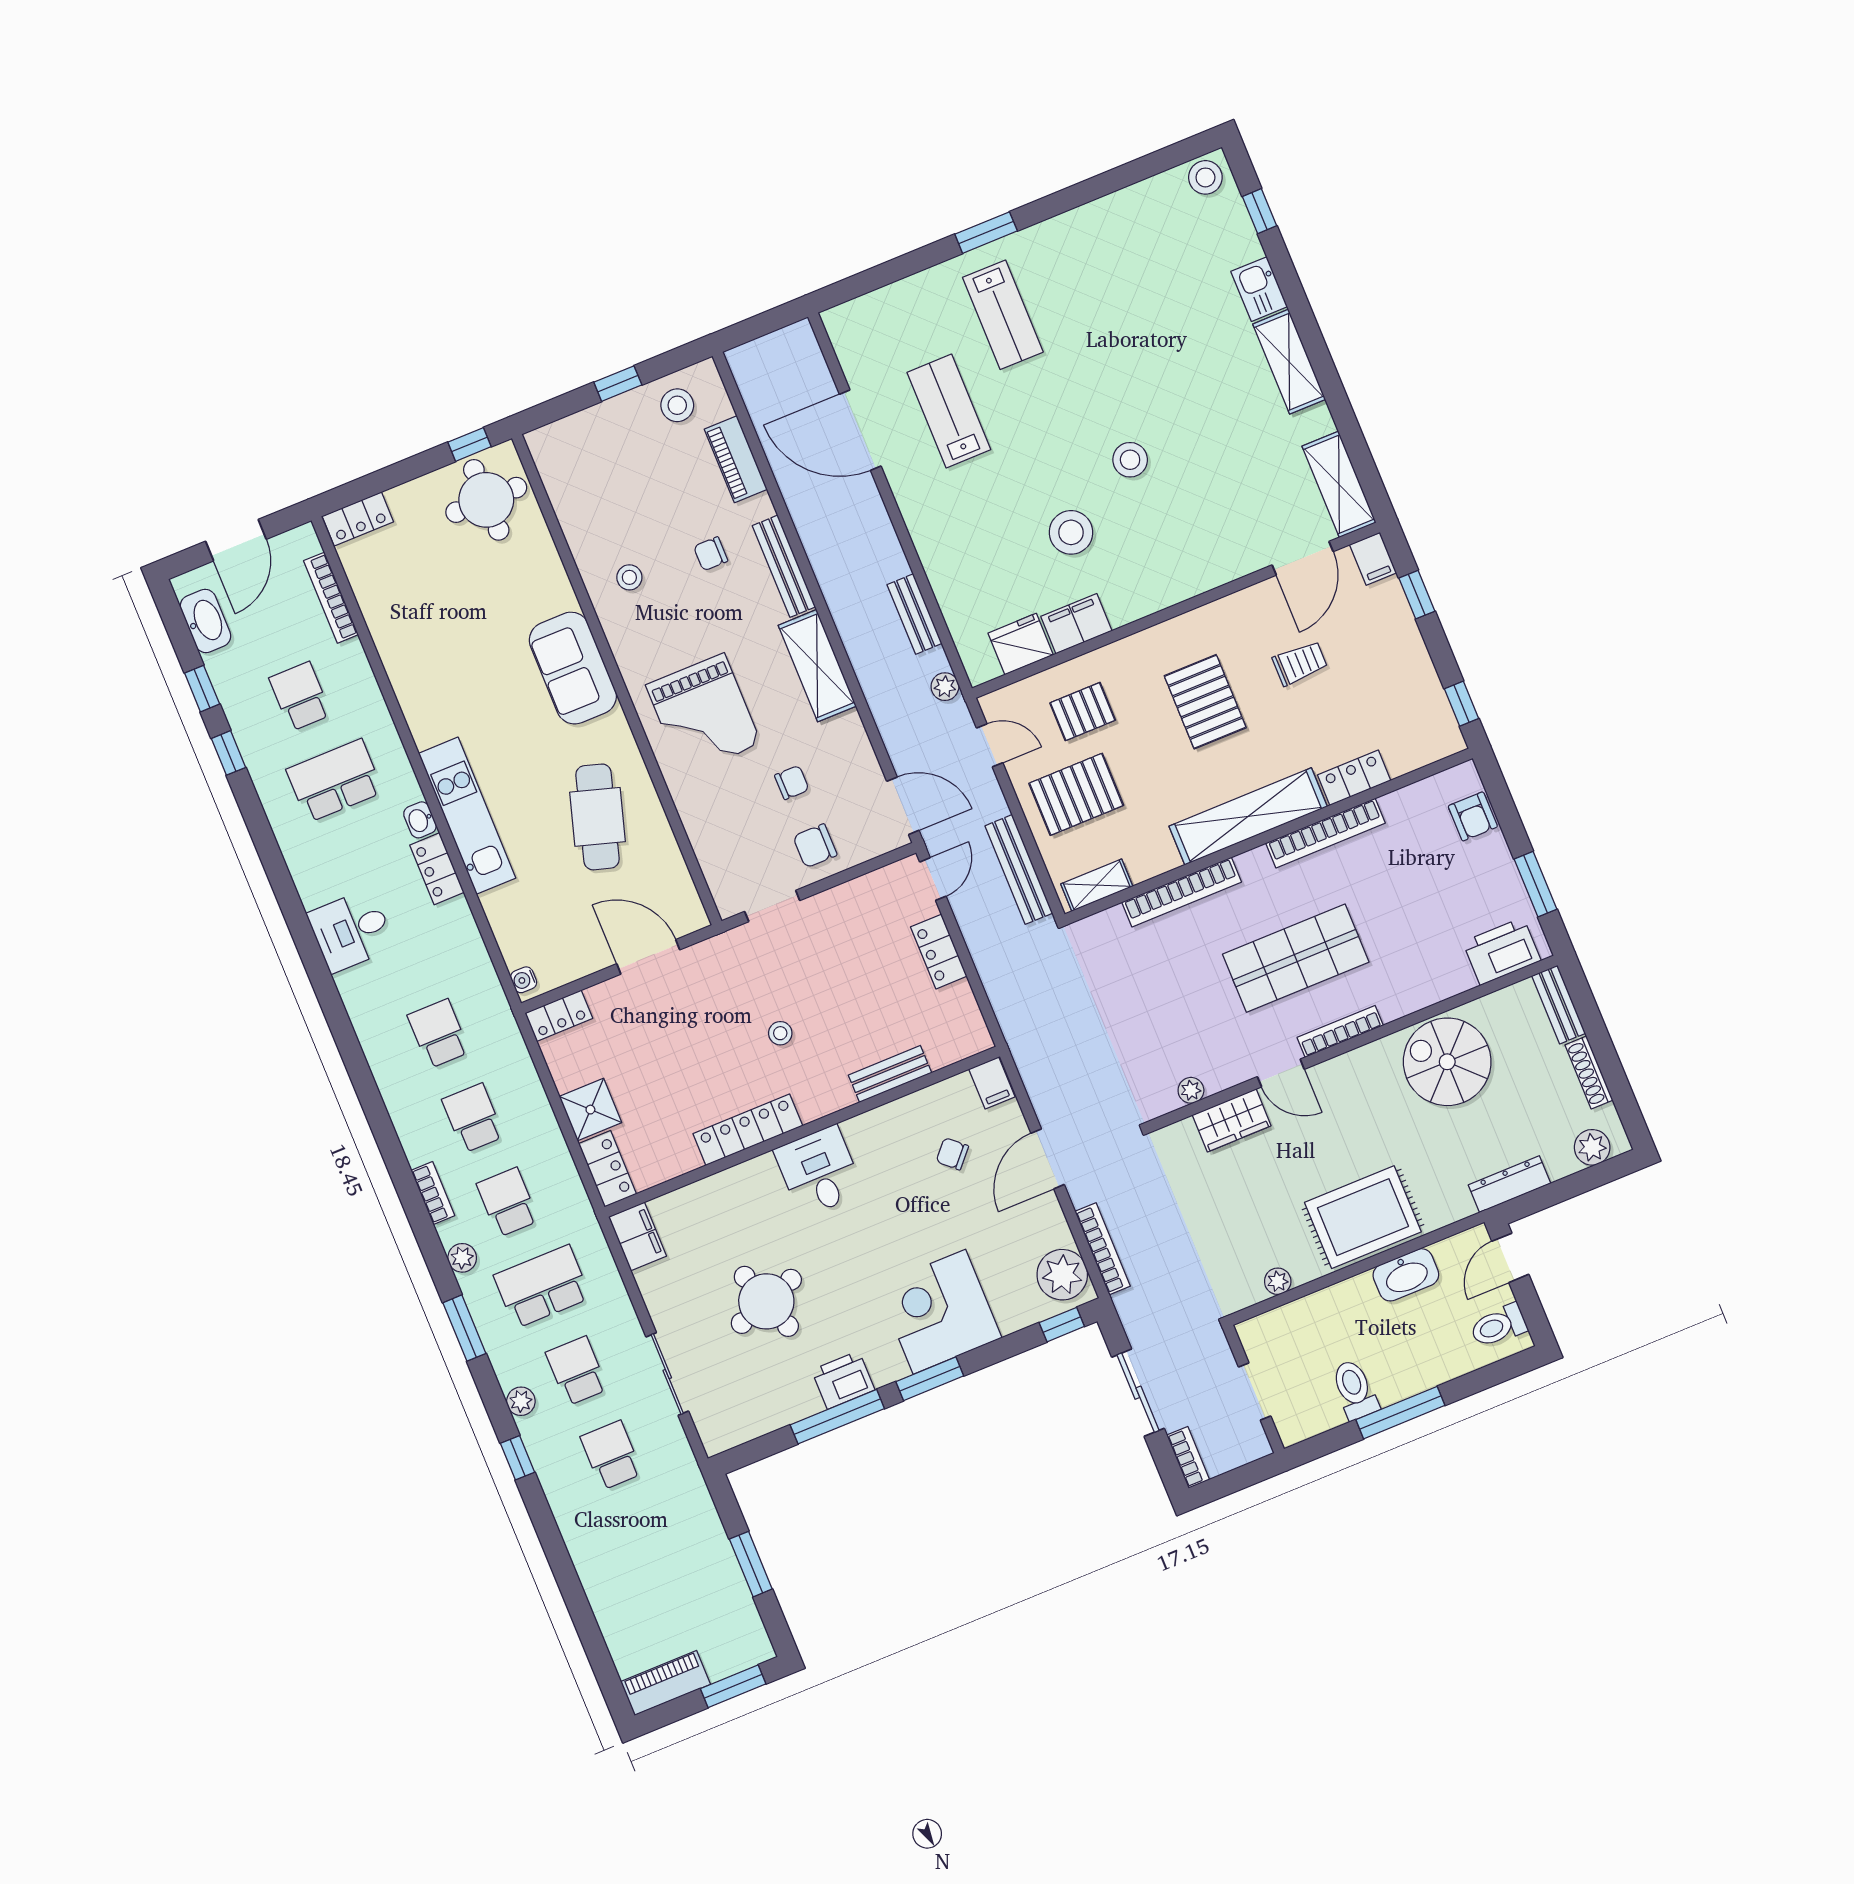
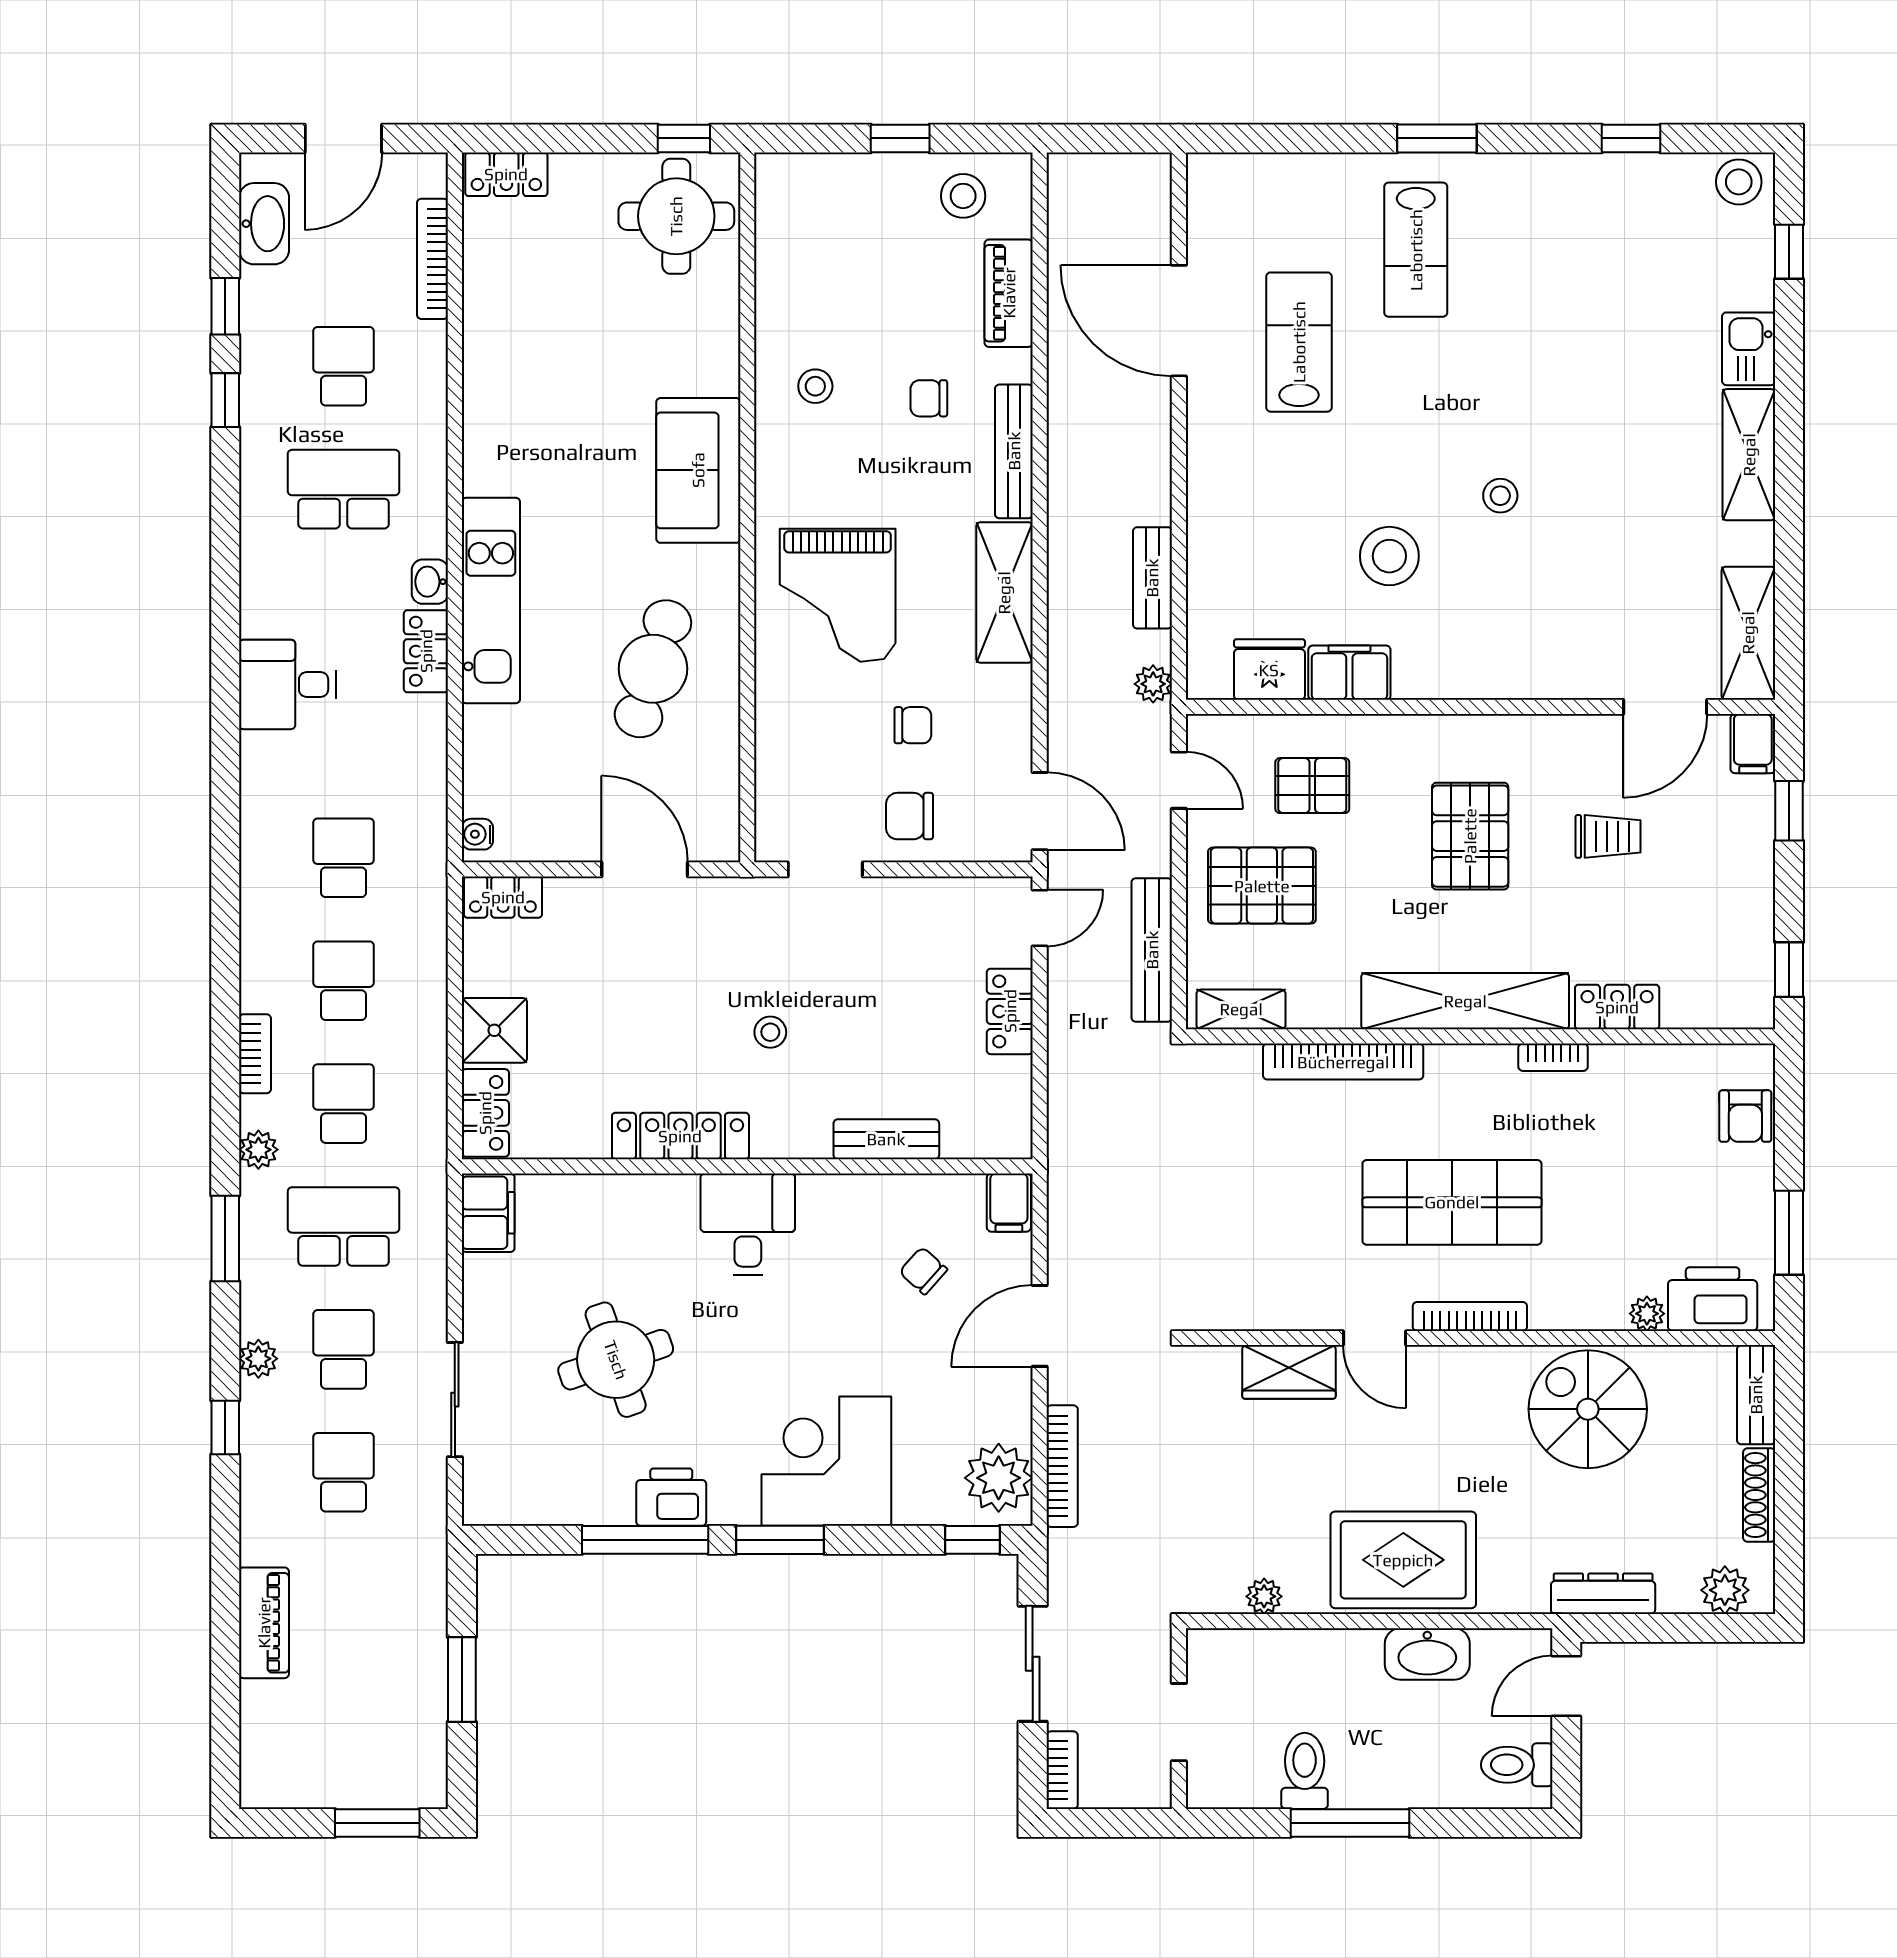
window: (1119, 178) -> (1631, 138), added
stool: (1130, 460) -> (1500, 496), width x0.73, depth x0.73
bookcase: (1325, 833) -> (1553, 1057), width x0.43, depth x0.76
plant: (1191, 1090) -> (1647, 1314), moved
piano: (666, 1683) -> (264, 1623), moved, turned 90

